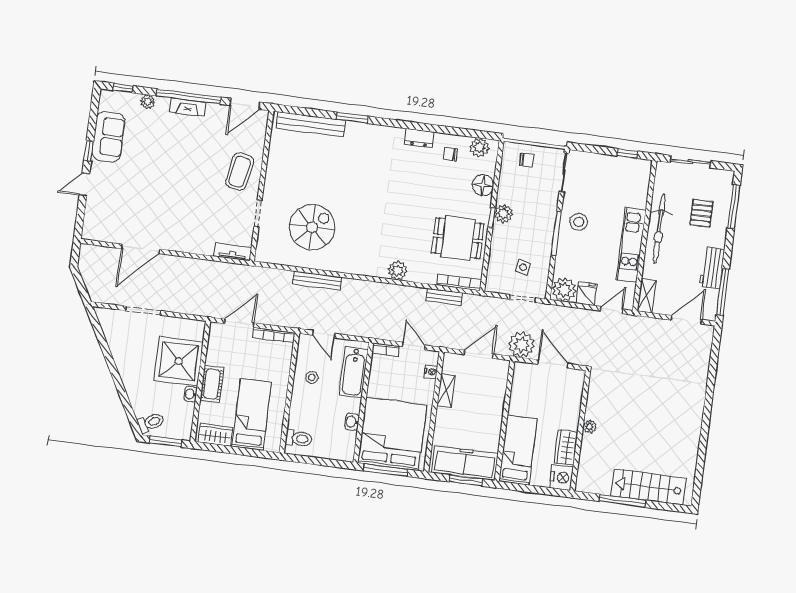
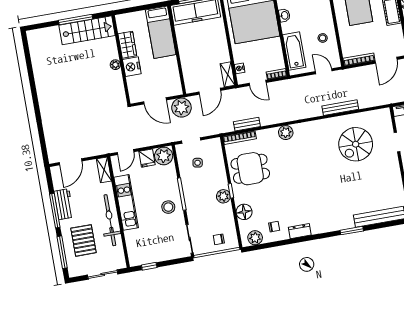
pallet: (701, 213) -> (83, 240), width x1.50, depth x1.42
window: (723, 292) -> (55, 211), moved
shelving: (446, 391) -> (228, 74), moved
nightstand: (561, 477) -> (132, 67), moved
stairs: (649, 487) -> (87, 30), moved

